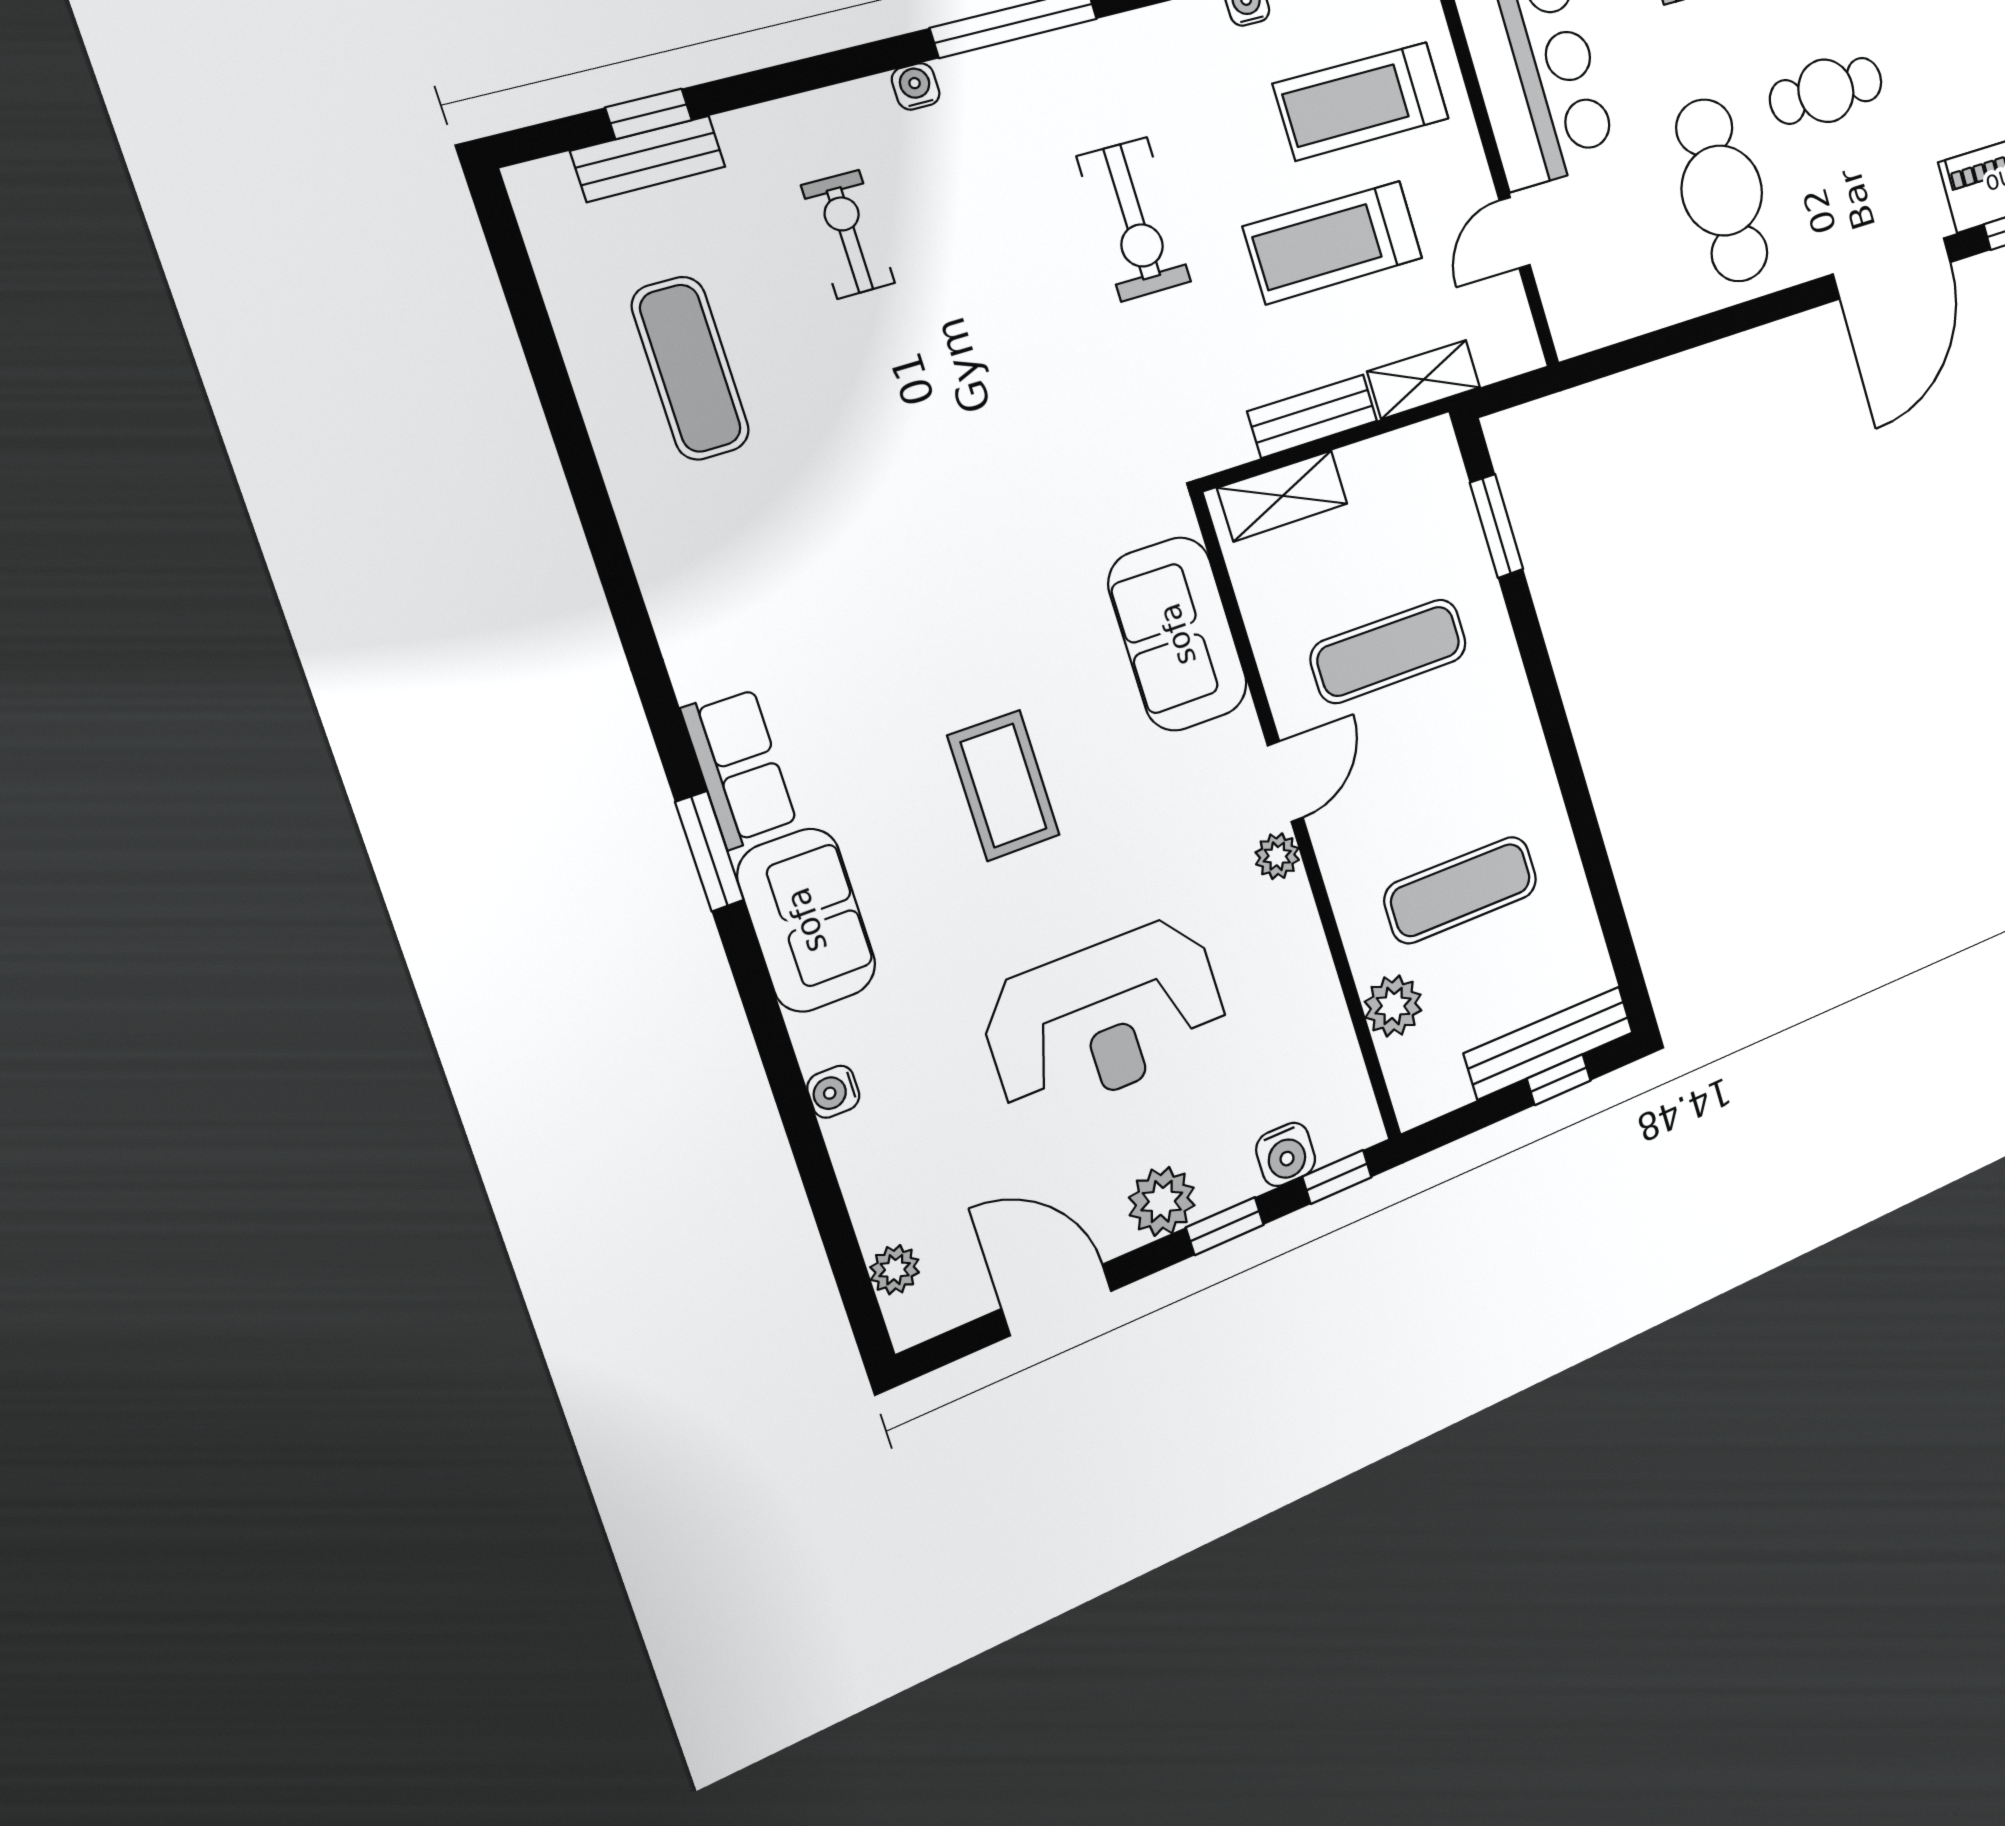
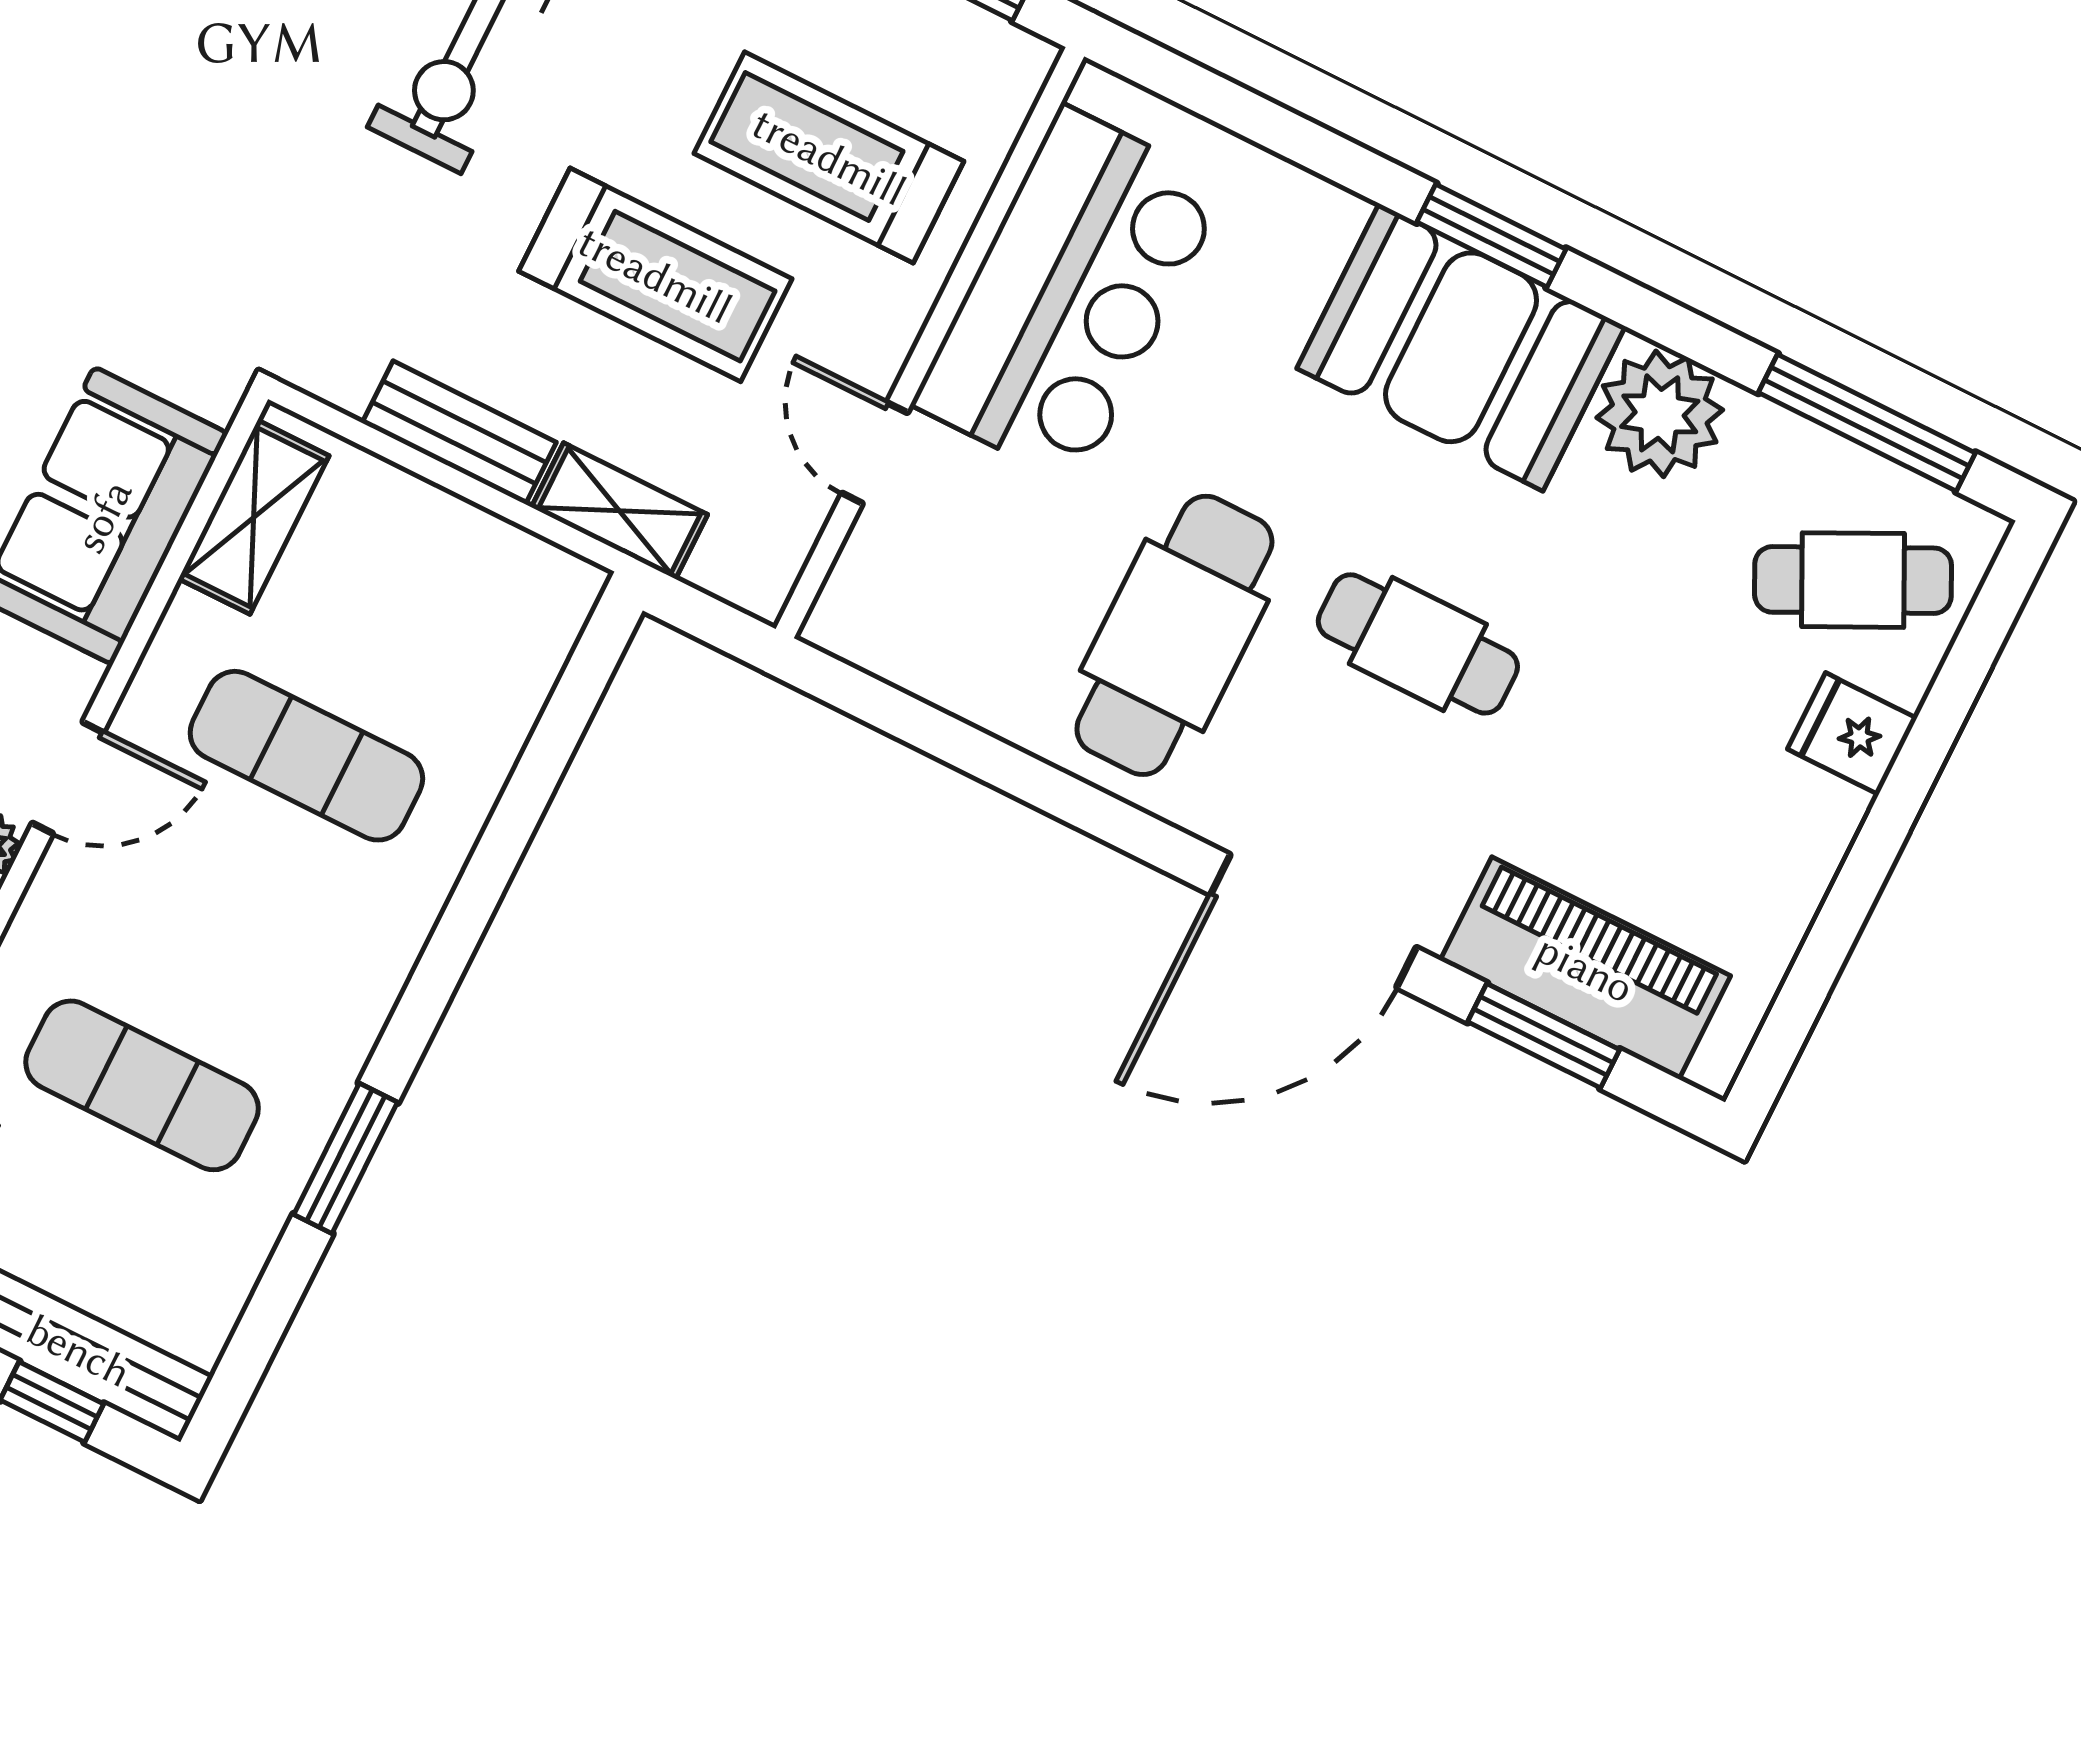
door: (1515, 233) -> (875, 453), hinge flipped
treadmill: (1333, 242) -> (655, 275), turned 180
shelving: (1283, 496) -> (254, 517), moved, turned 90
window: (1496, 526) -> (346, 1158), moved

